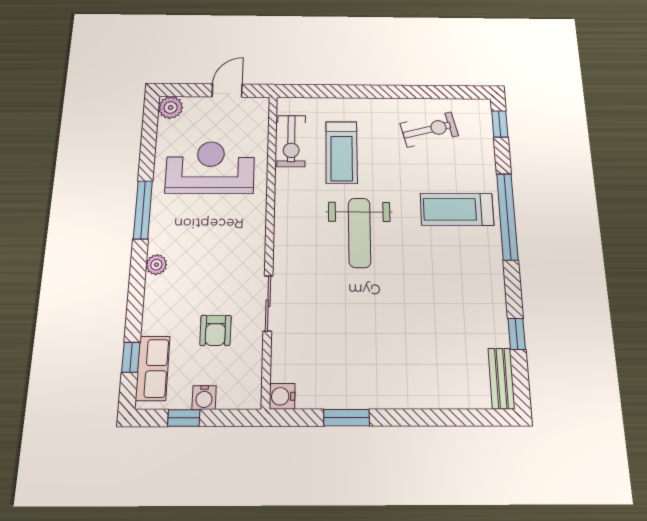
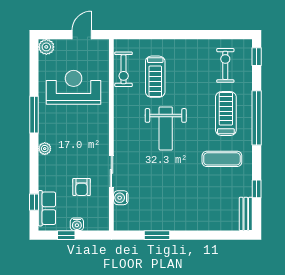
exercise bike: (429, 130) -> (225, 65), moved, turned -76
treadmill: (457, 209) -> (226, 114), turned 90
exercise mat: (455, 283) -> (222, 159), added
water cooler: (282, 396) -> (121, 198), moved

